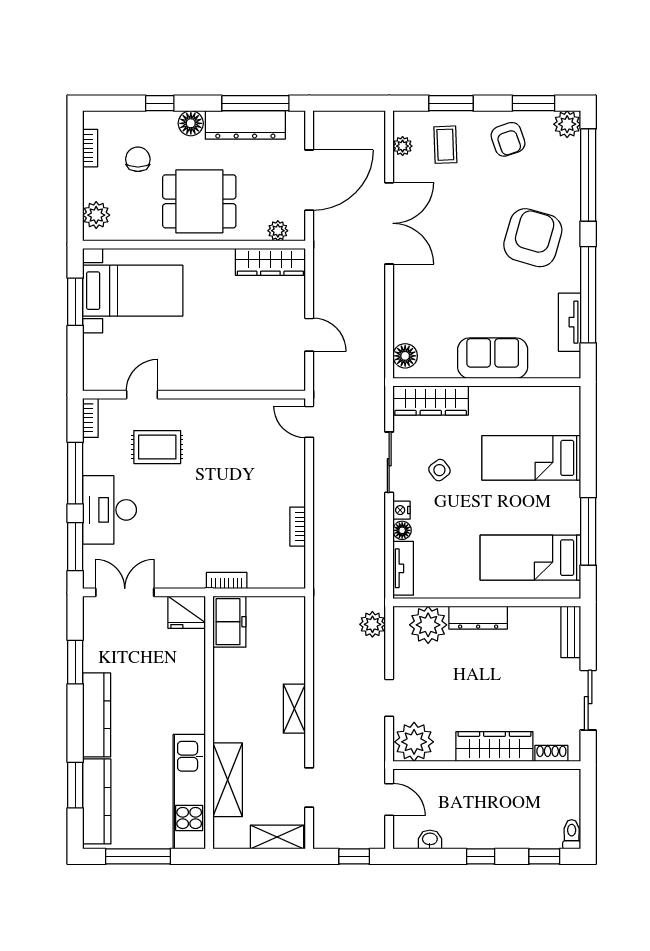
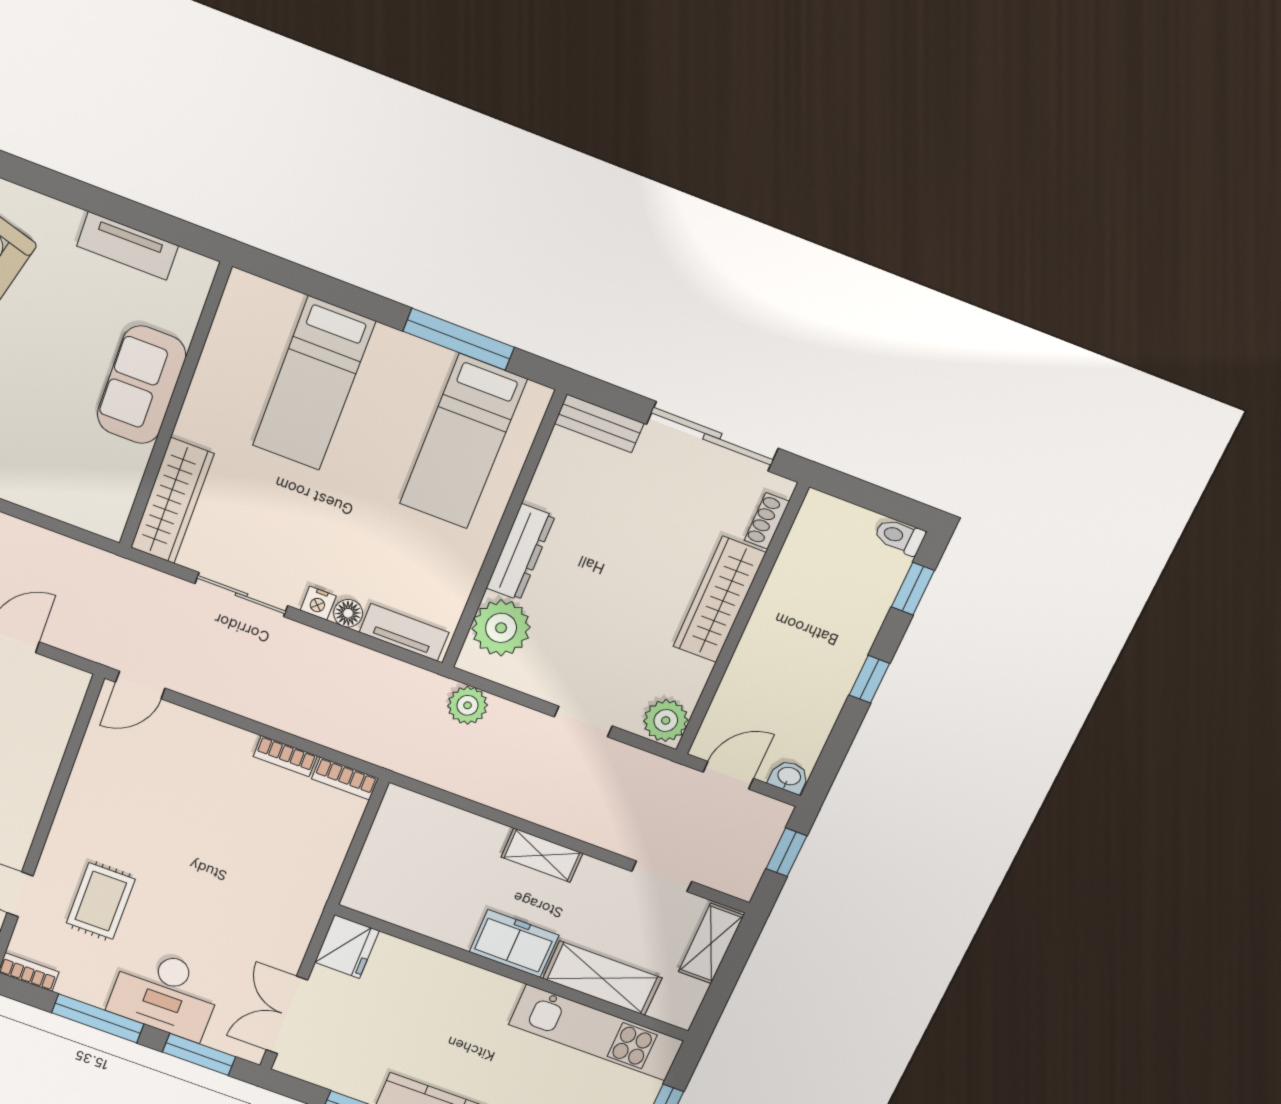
window: (588, 295) -> (95, 200), removed
floor lamp: (405, 356) -> (92, 513), removed
side table: (439, 470) -> (280, 527), removed
bookcase: (227, 581) -> (345, 779), moved, turned -90
freezer: (229, 622) -> (514, 944), moved
sliding door: (588, 700) -> (712, 436), width x1.37
plant: (414, 742) -> (666, 721), width x0.73, depth x0.73
washbasin: (430, 840) -> (789, 777), moved, turned 90

